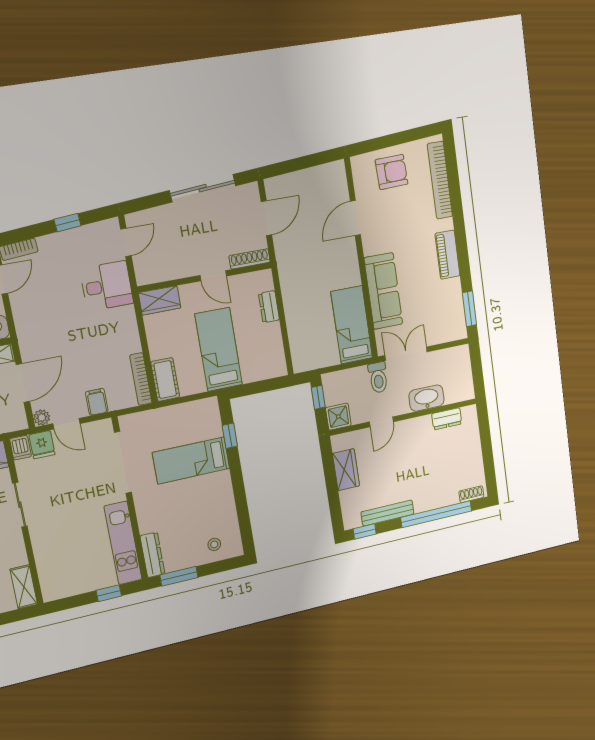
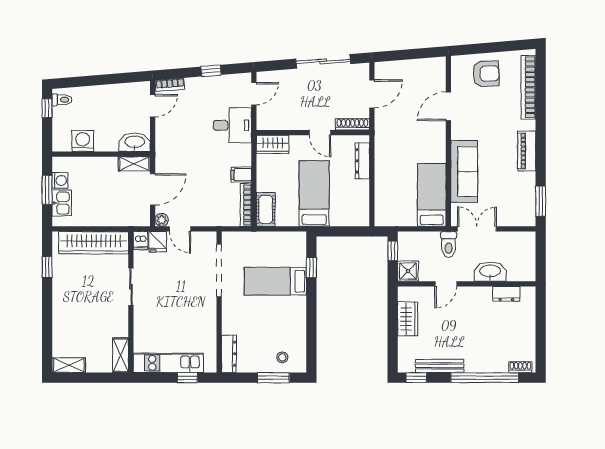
dresser: (269, 307) -> (362, 161), width x1.44
filing cabinet: (97, 402) -> (241, 175), moved, turned -90
kitchen unit: (123, 543) -> (168, 363), moved, turned 90
window: (179, 576) -> (273, 378), moved

